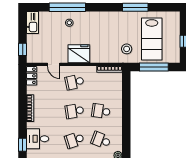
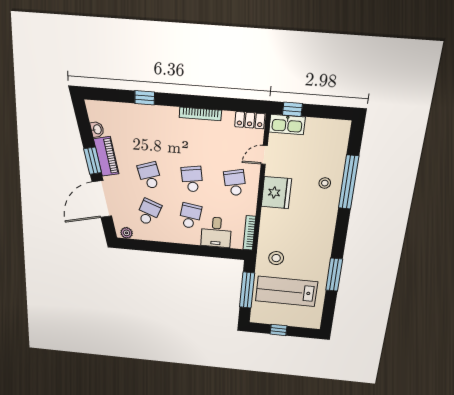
kitchen sink: (32, 23) -> (287, 124), moved
desk: (38, 139) -> (216, 232), moved, turned 180

